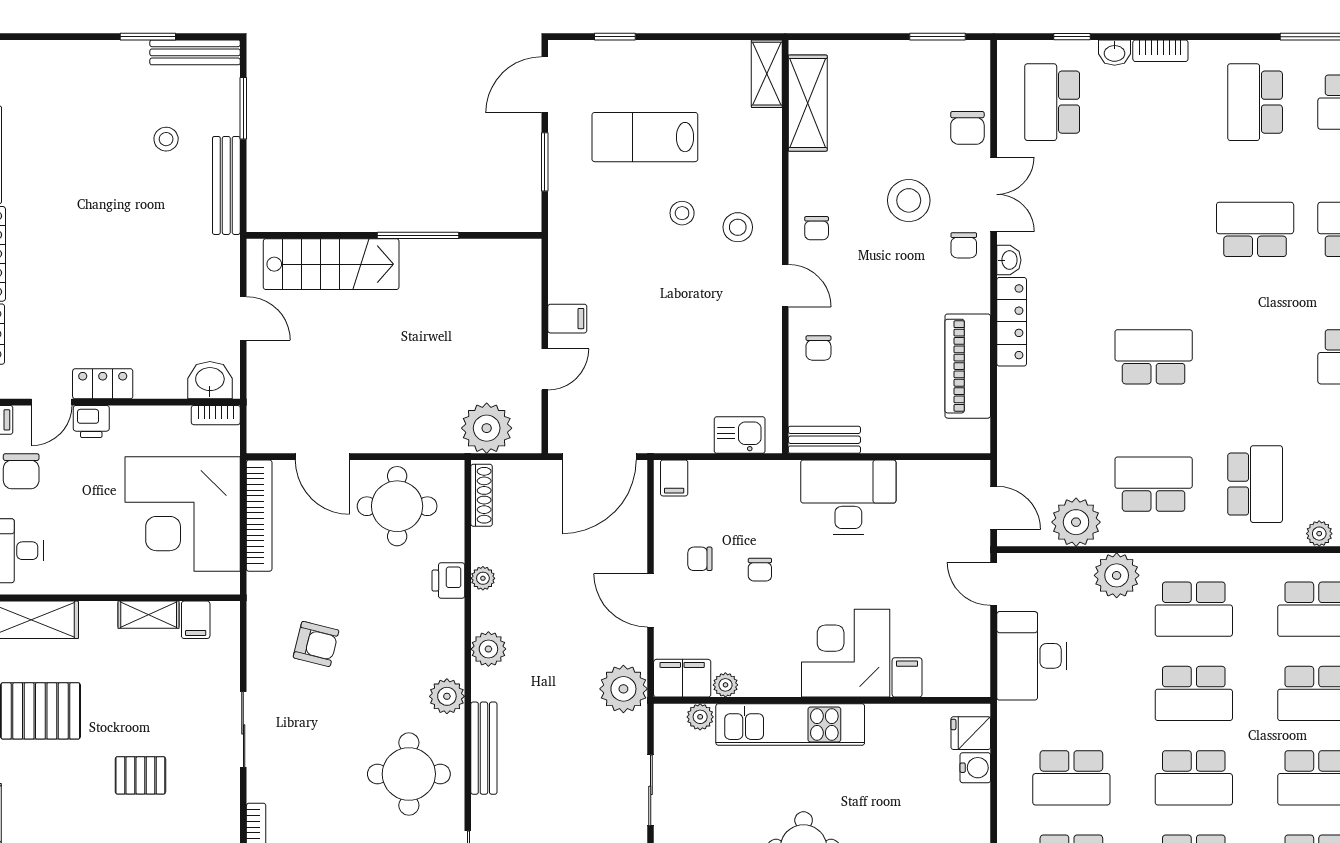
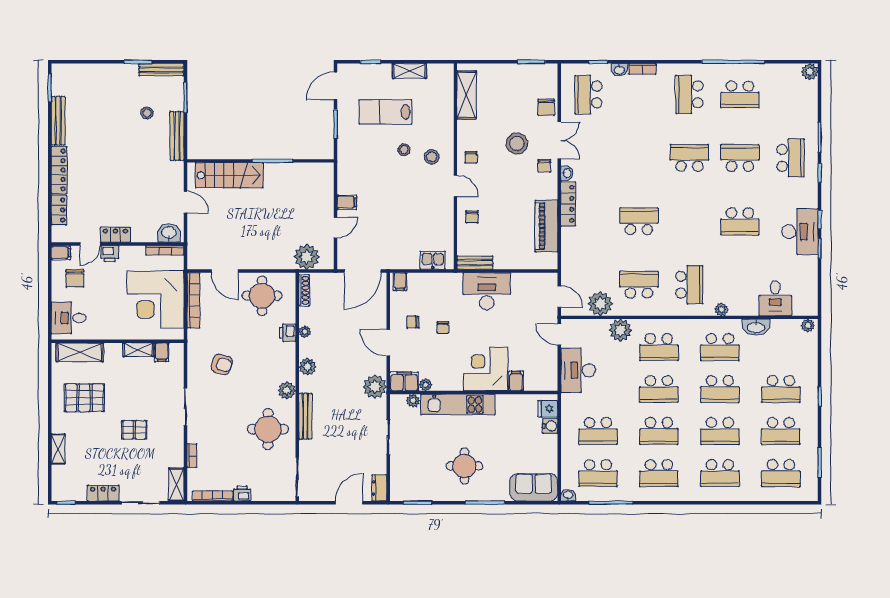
shelving: (767, 74) -> (409, 71), moved, turned 90
bookcase: (216, 415) -> (165, 250), width x1.56

